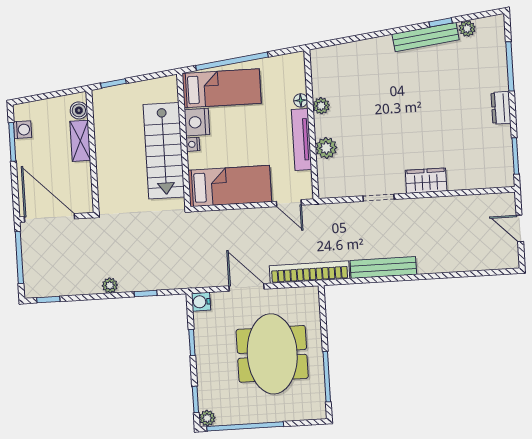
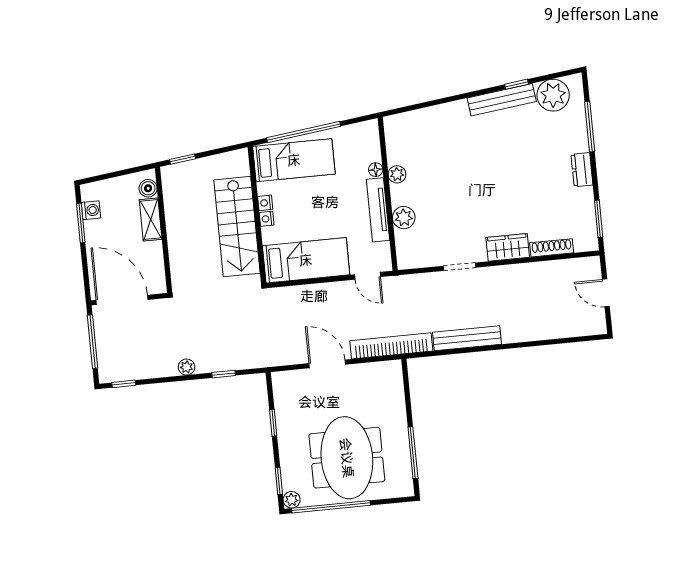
plant: (467, 28) -> (553, 95), width x1.88, depth x1.88
nightstand: (197, 122) -> (265, 203), width x0.53, depth x0.56
shoe rack: (469, 183) -> (552, 248), added
water cooler: (201, 302) -> (281, 380), removed
meeting table: (272, 354) -> (347, 458), moved

